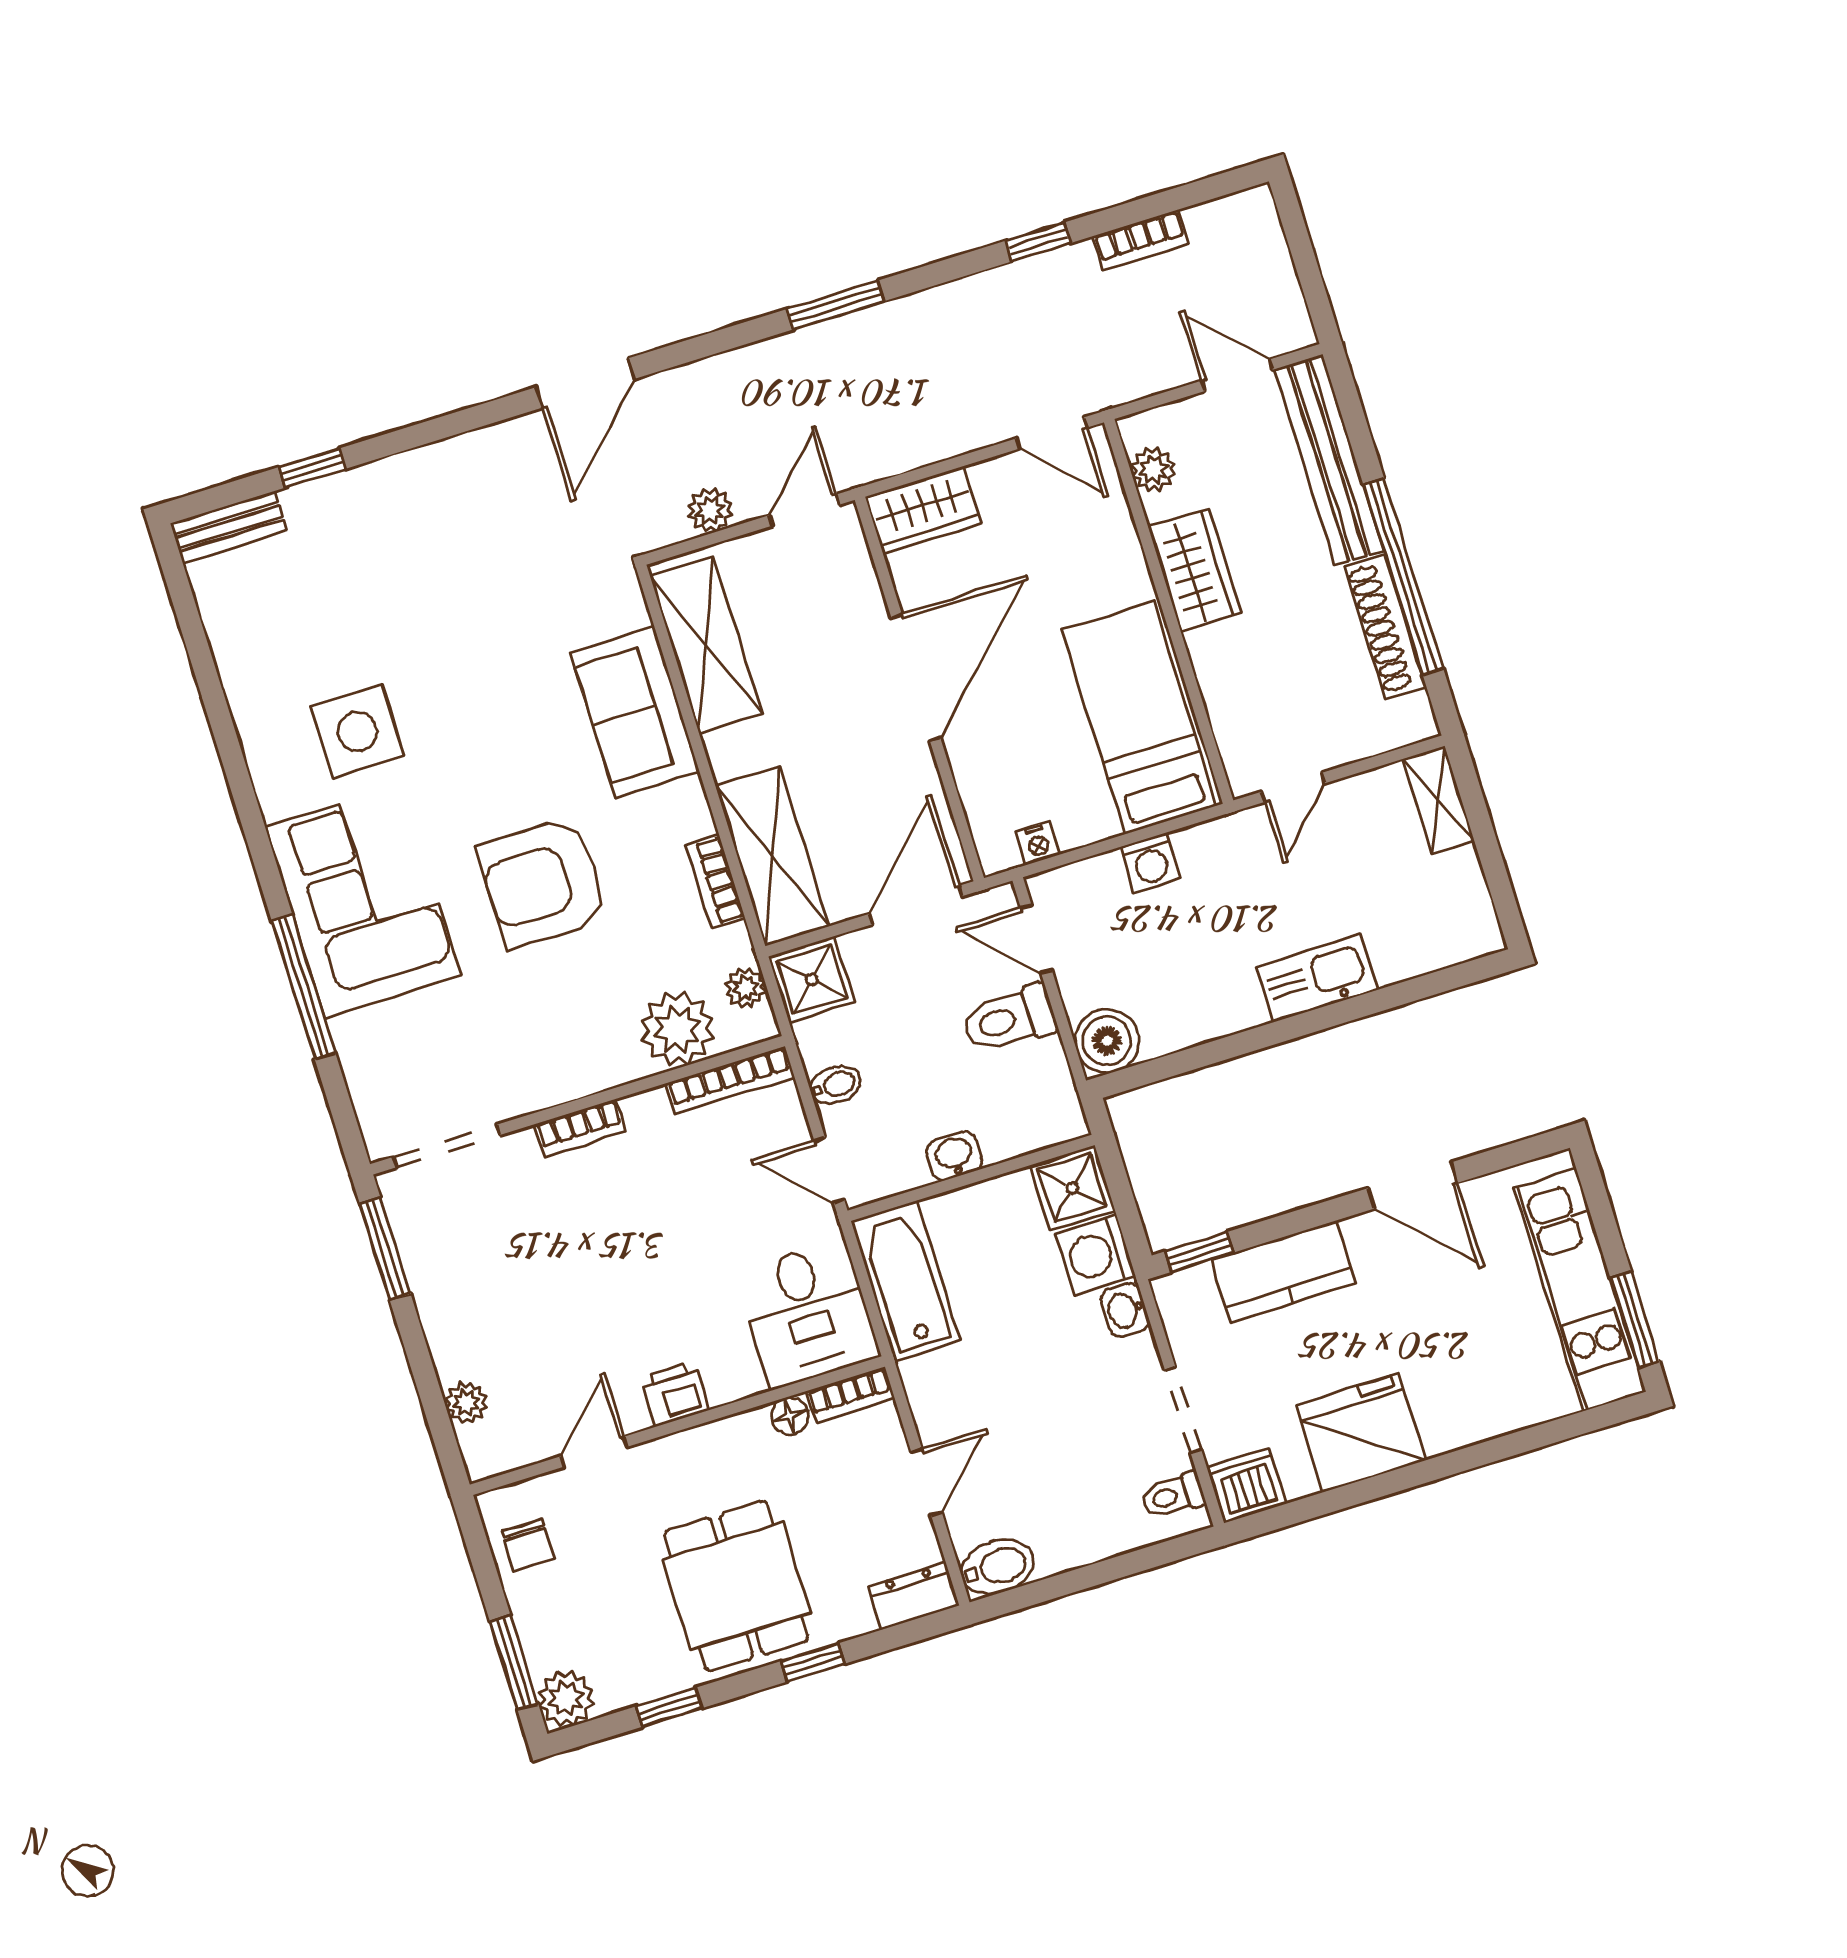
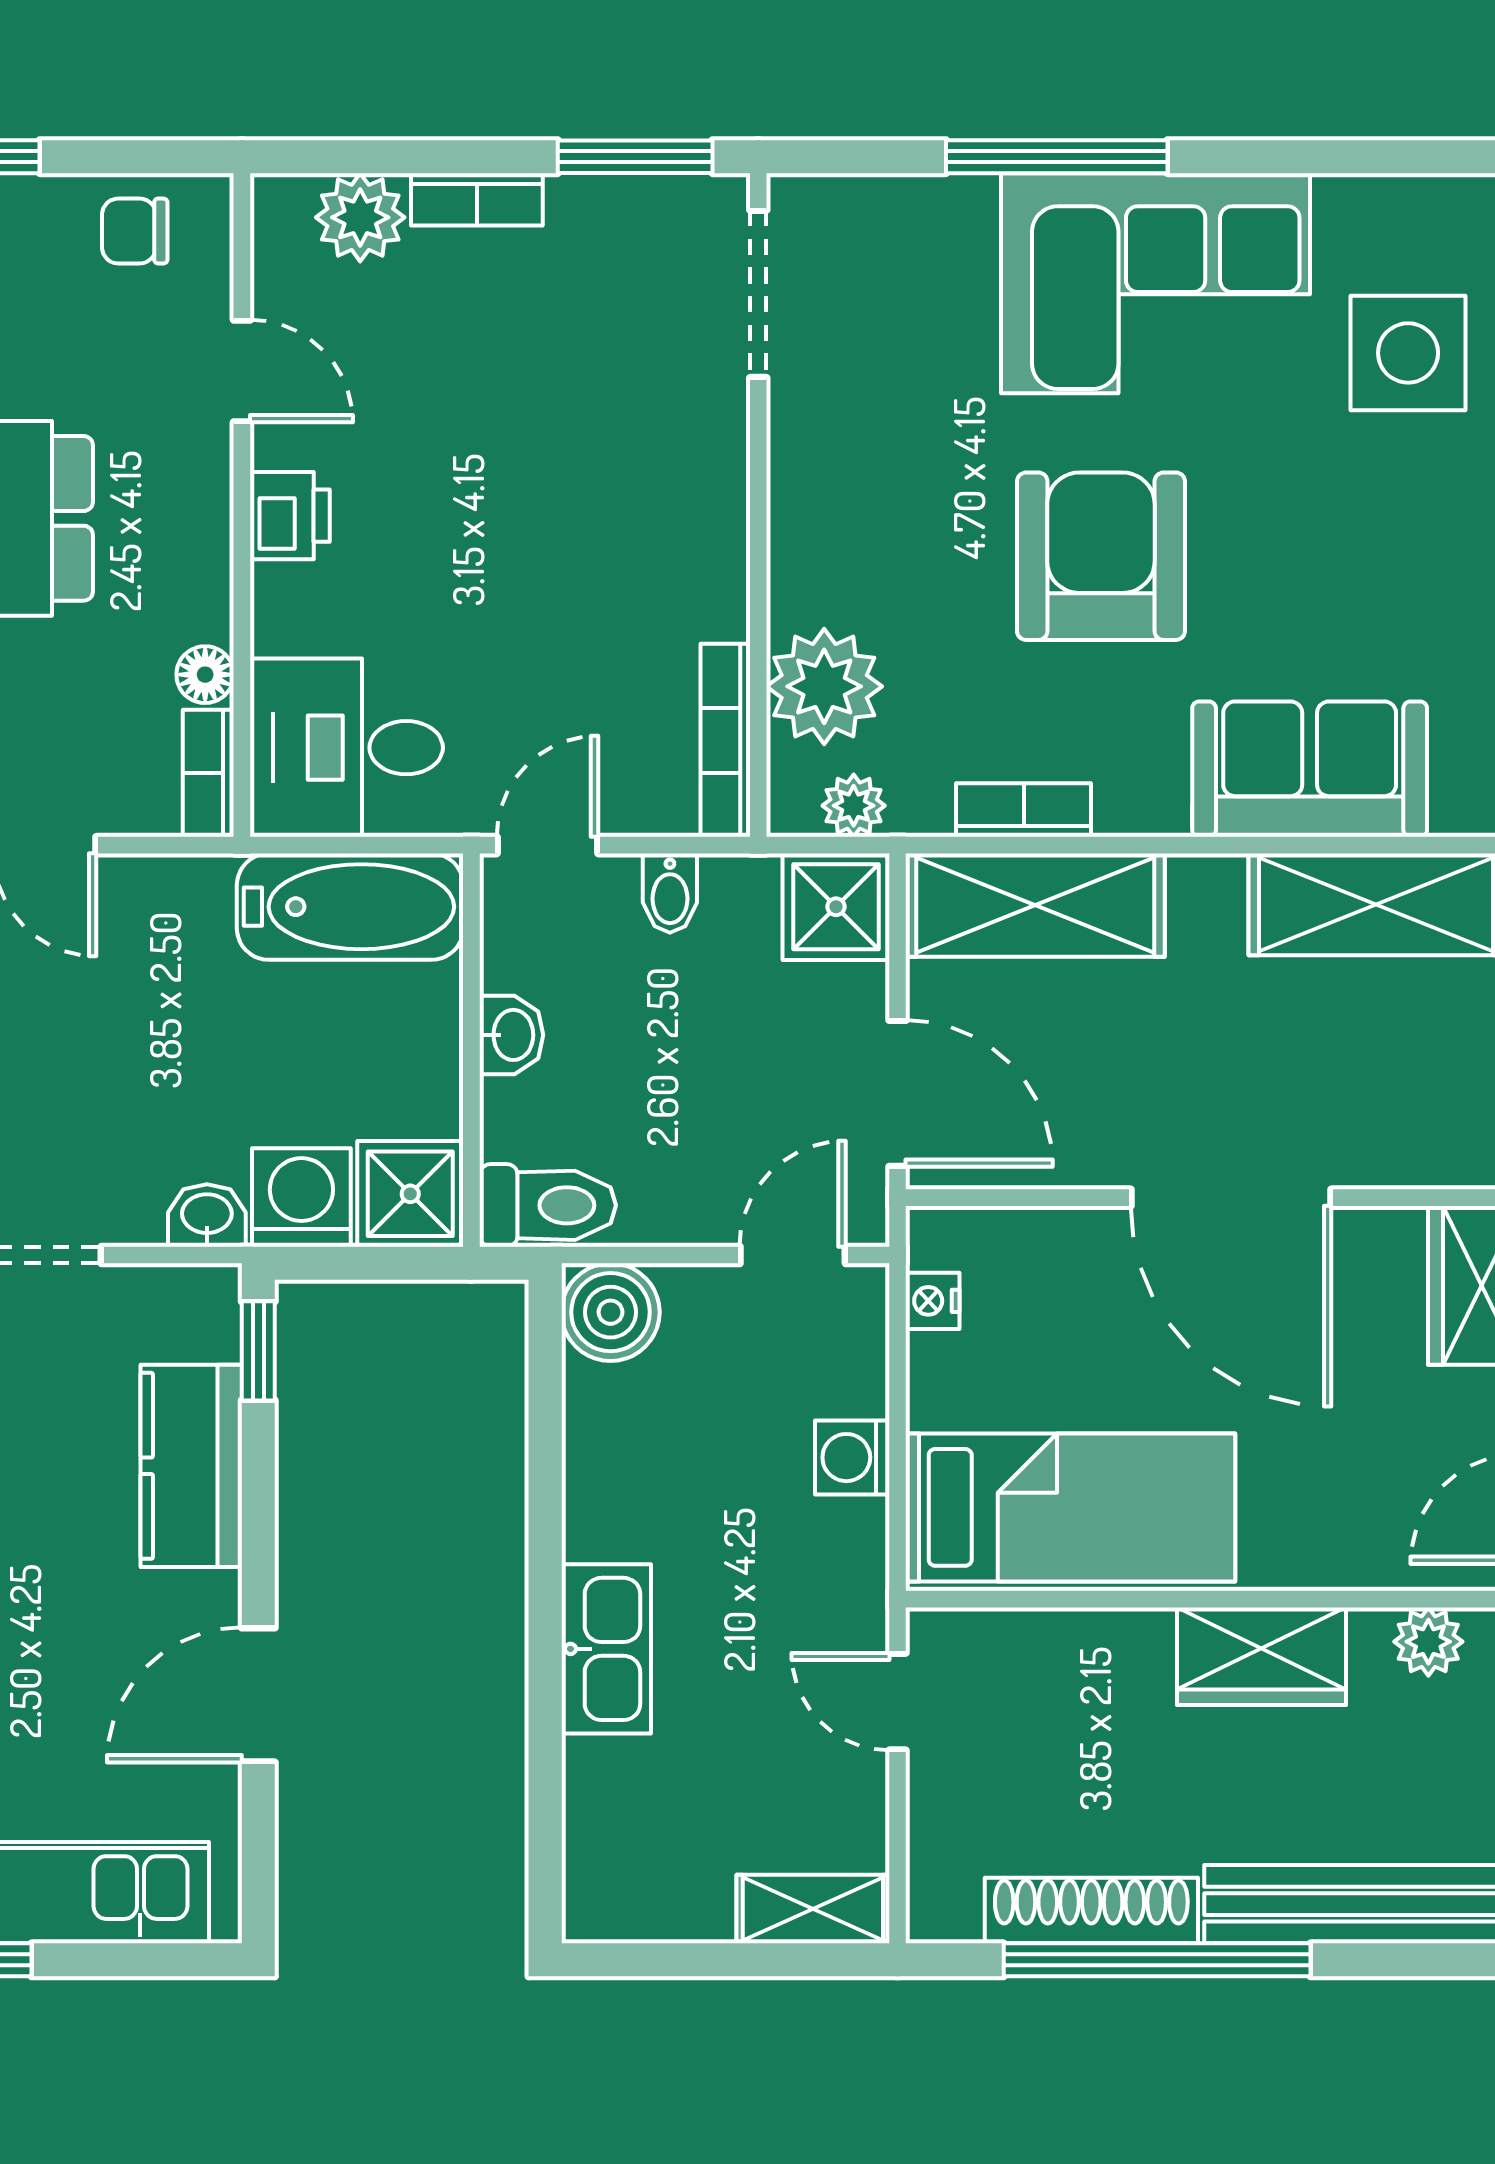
toilet: (1009, 1019) -> (548, 1205), moved, turned 90
bookcase: (580, 1128) -> (477, 199), moved, turned -90
plant: (466, 1403) -> (360, 217), width x1.38, depth x1.38

